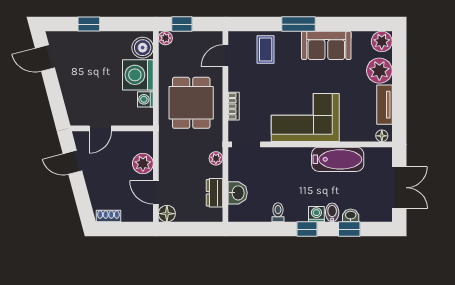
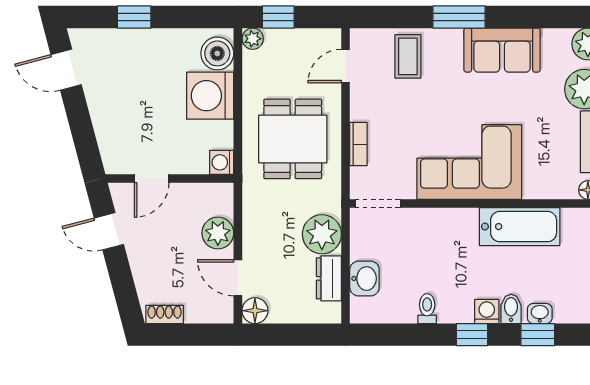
washing machine: (145, 99) -> (222, 162), moved
plant: (216, 158) -> (322, 234), width x1.88, depth x1.88

